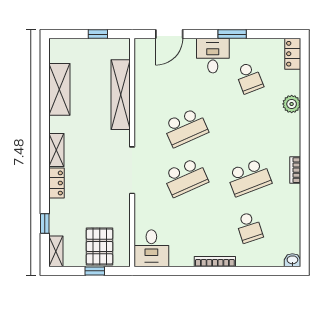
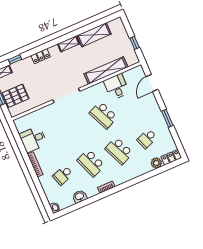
door: (169, 34) -> (152, 83), hinge flipped
desk: (213, 56) -> (116, 87), moved, turned -90
plant: (292, 104) -> (156, 163), moved
shelving: (56, 150) -> (69, 44), moved
school desk: (186, 177) -> (119, 151), moved
washbasin: (292, 216) -> (80, 196), added
desk: (151, 248) -> (33, 139), moved

